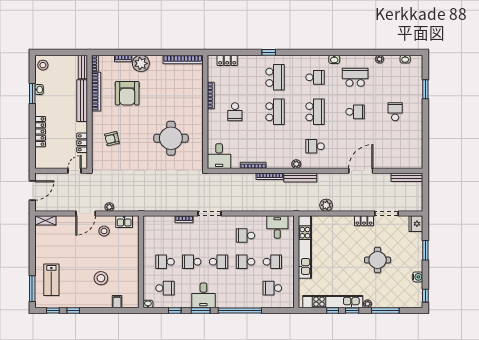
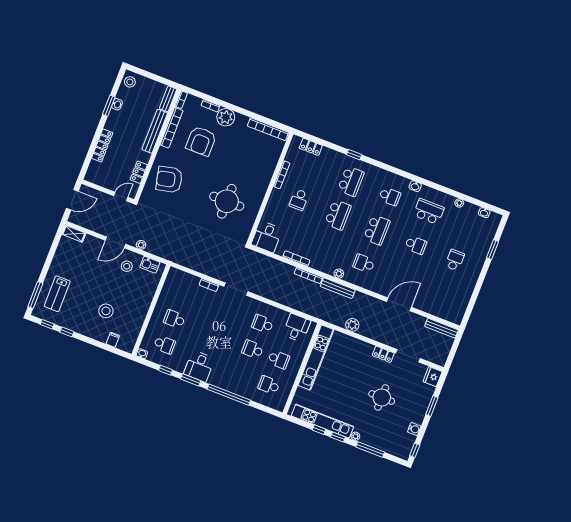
armchair: (112, 139) -> (169, 179), width x1.88, depth x1.88
school desk: (192, 262) -> (200, 329), removed
school desk: (219, 262) -> (227, 339), removed

